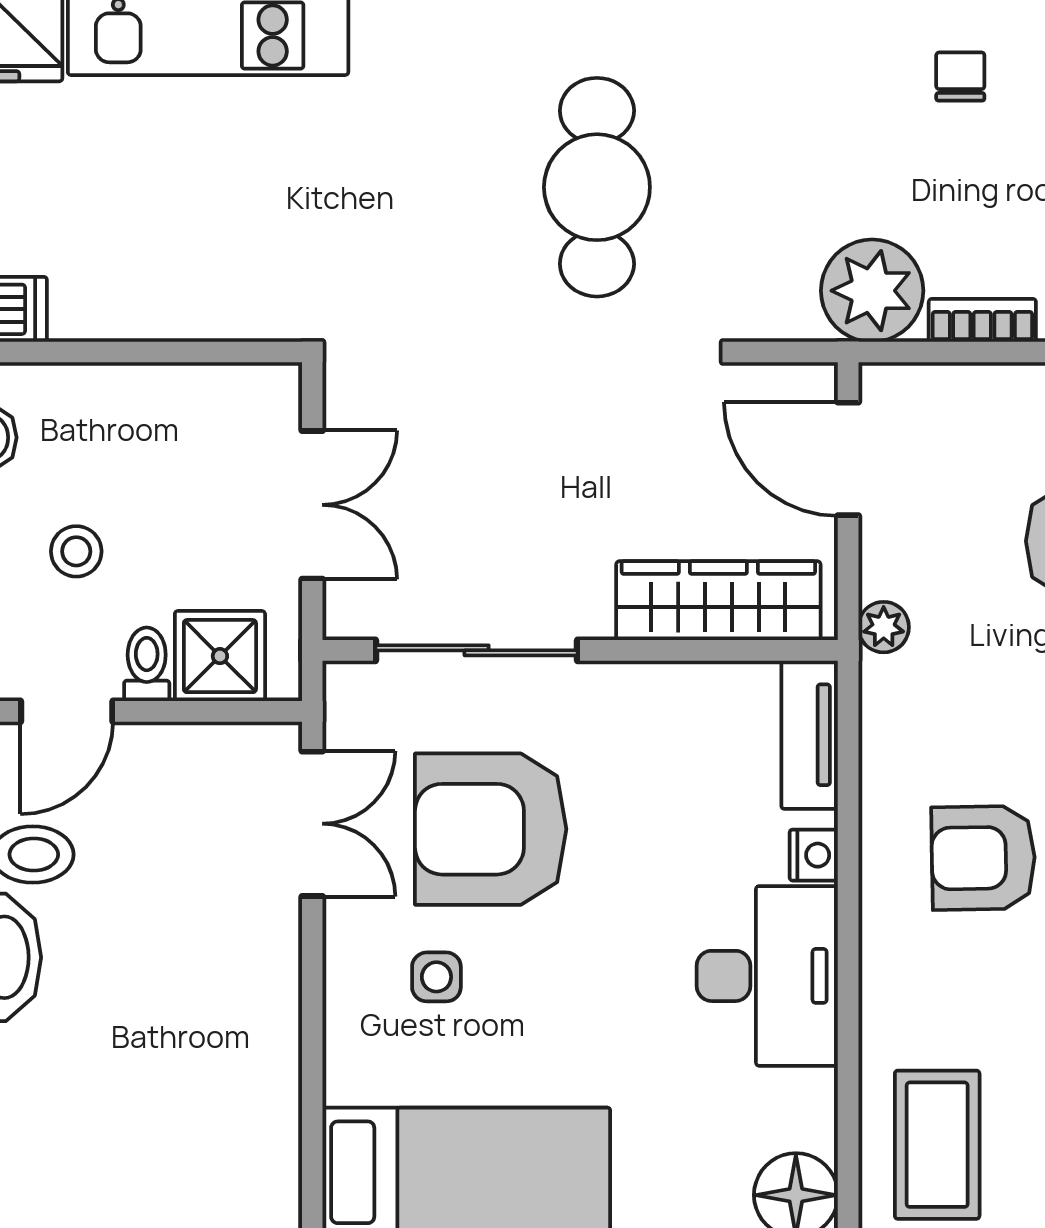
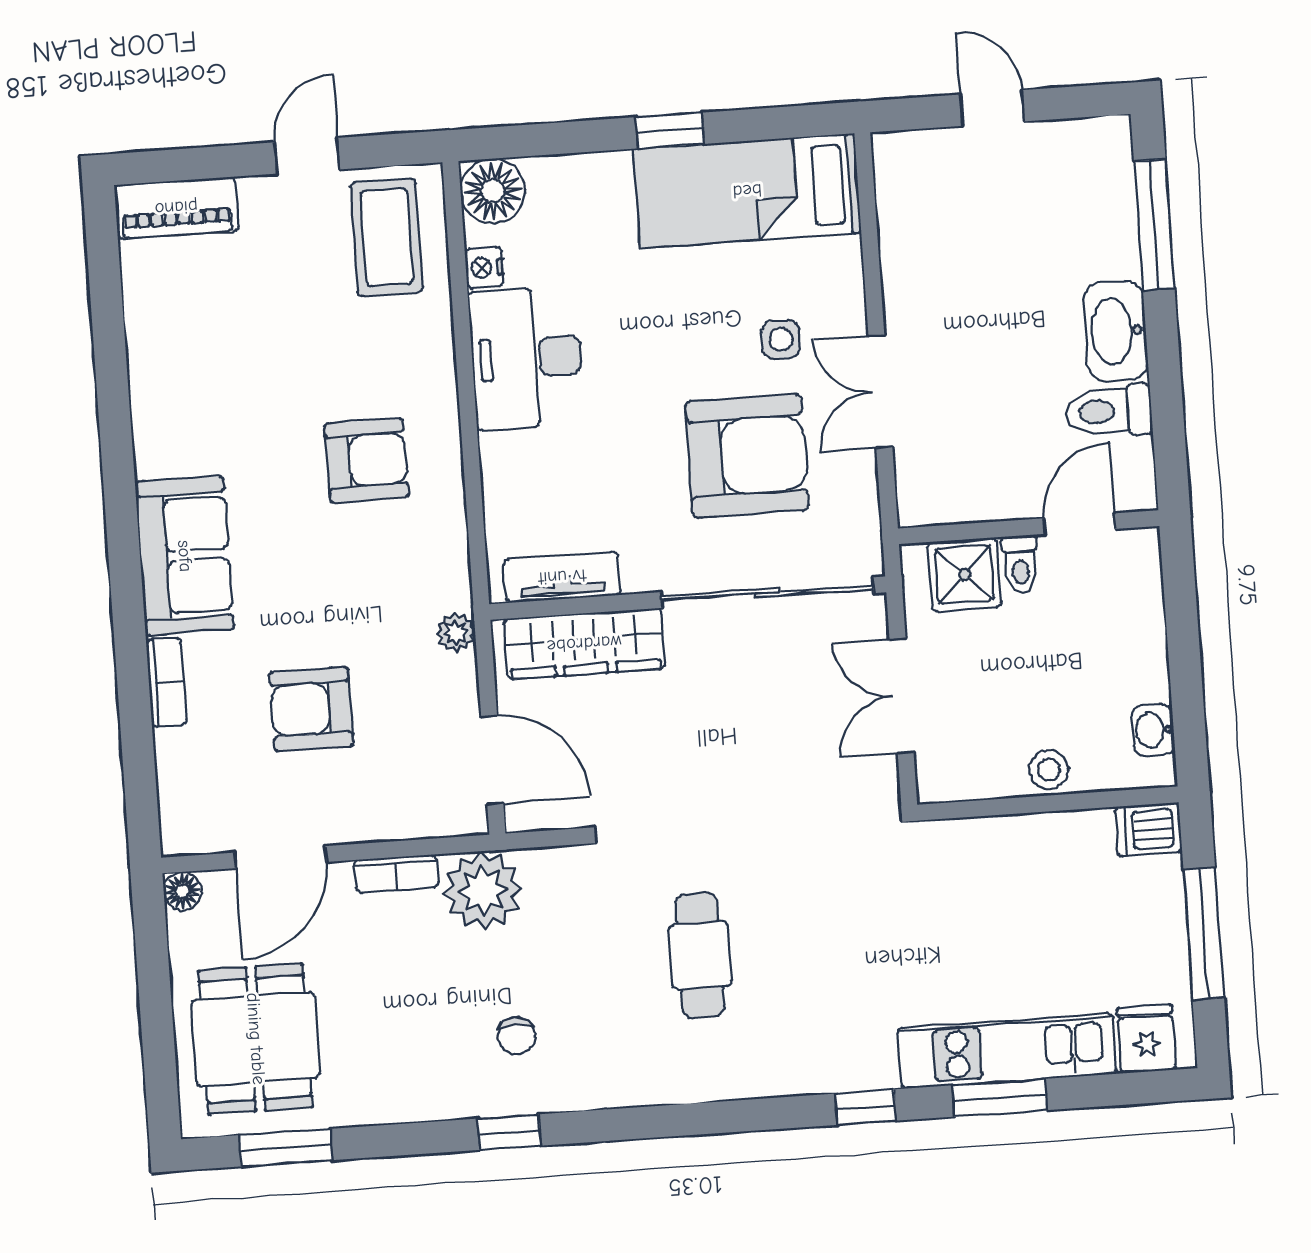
chair: (960, 77) -> (516, 1036), moved
cafe table: (597, 187) -> (700, 955), width x0.73, depth x0.74
stool: (76, 551) -> (1049, 770), moved
sliding door: (477, 650) -> (767, 593), width x1.36
tv unit: (810, 735) -> (562, 577), moved, turned -90
double door: (312, 824) -> (880, 391), moved
nightstand: (814, 855) -> (484, 268), moved

